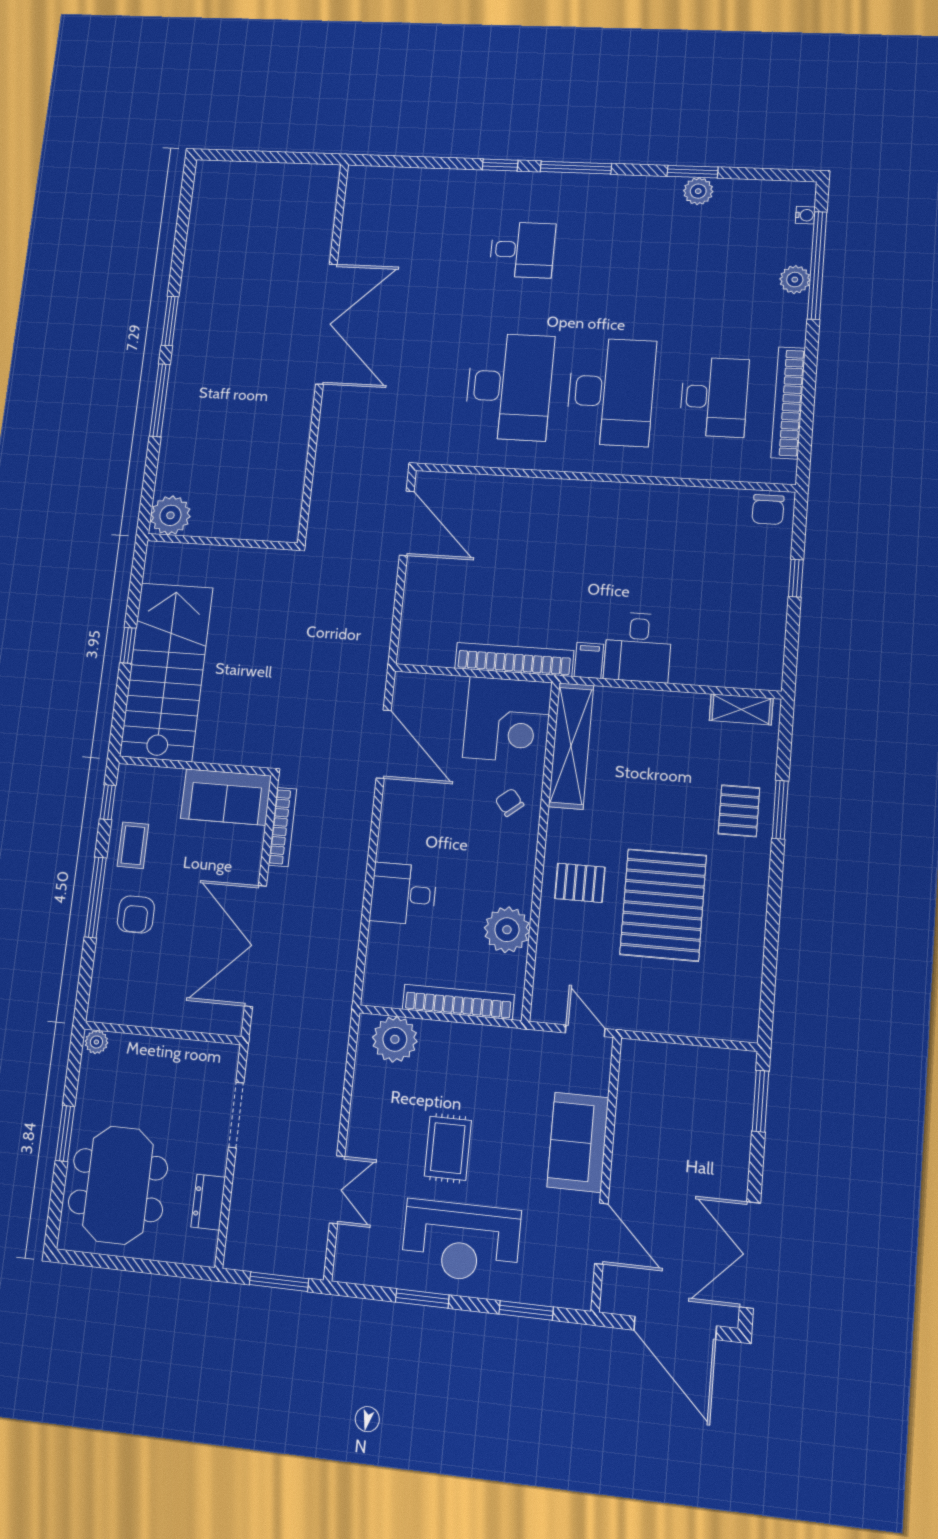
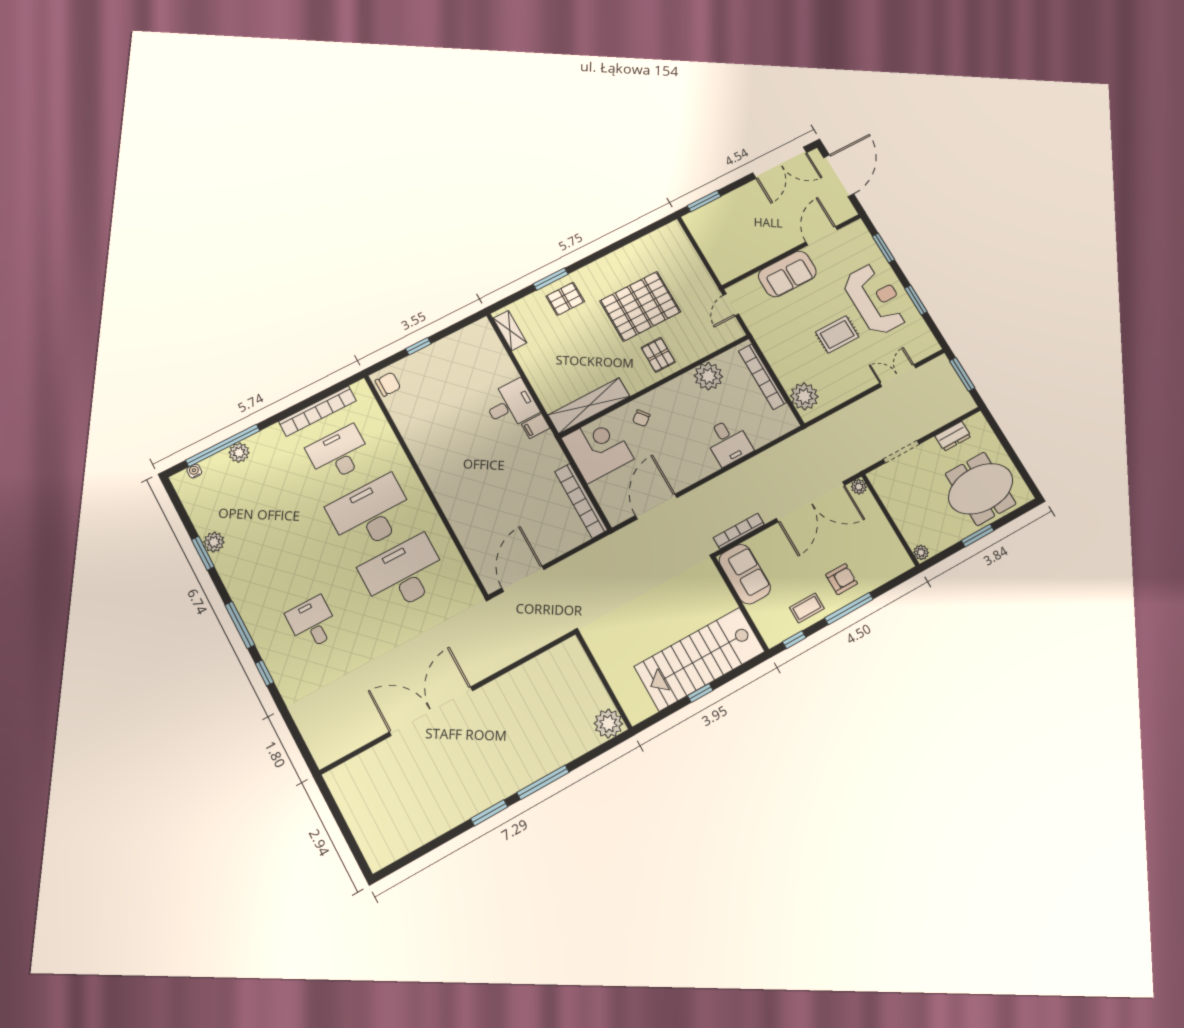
bookcase: (514, 659) -> (581, 501), moved
plant: (231, 1024) -> (859, 487), added

